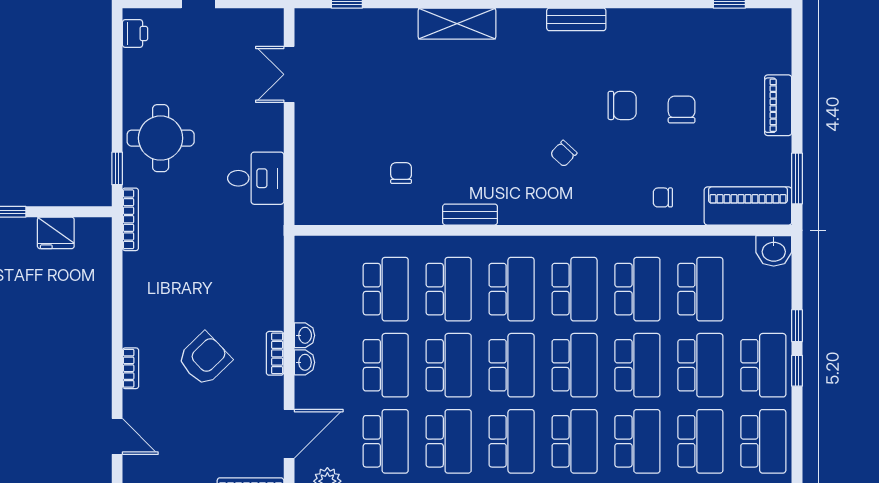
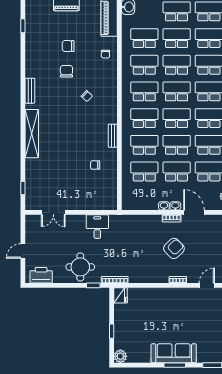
shelving: (457, 24) -> (32, 134), width x1.47
printer: (135, 34) -> (41, 275), width x1.87, depth x1.48
fridge: (56, 233) -> (120, 295), moved
armchair: (204, 359) -> (174, 248), turned 90
door: (289, 434) -> (194, 212), moved

